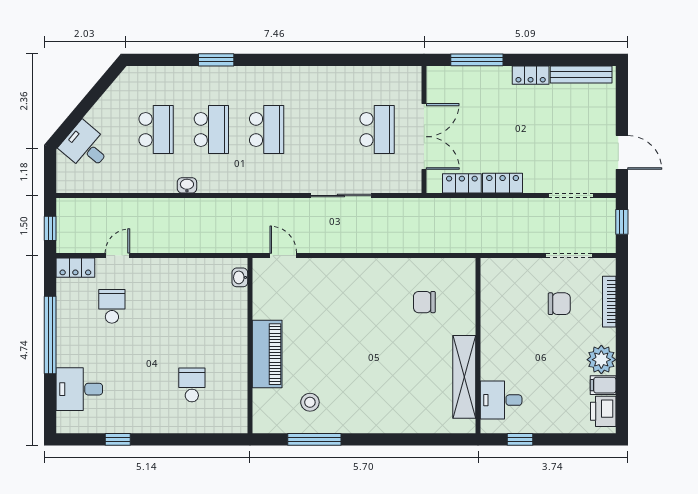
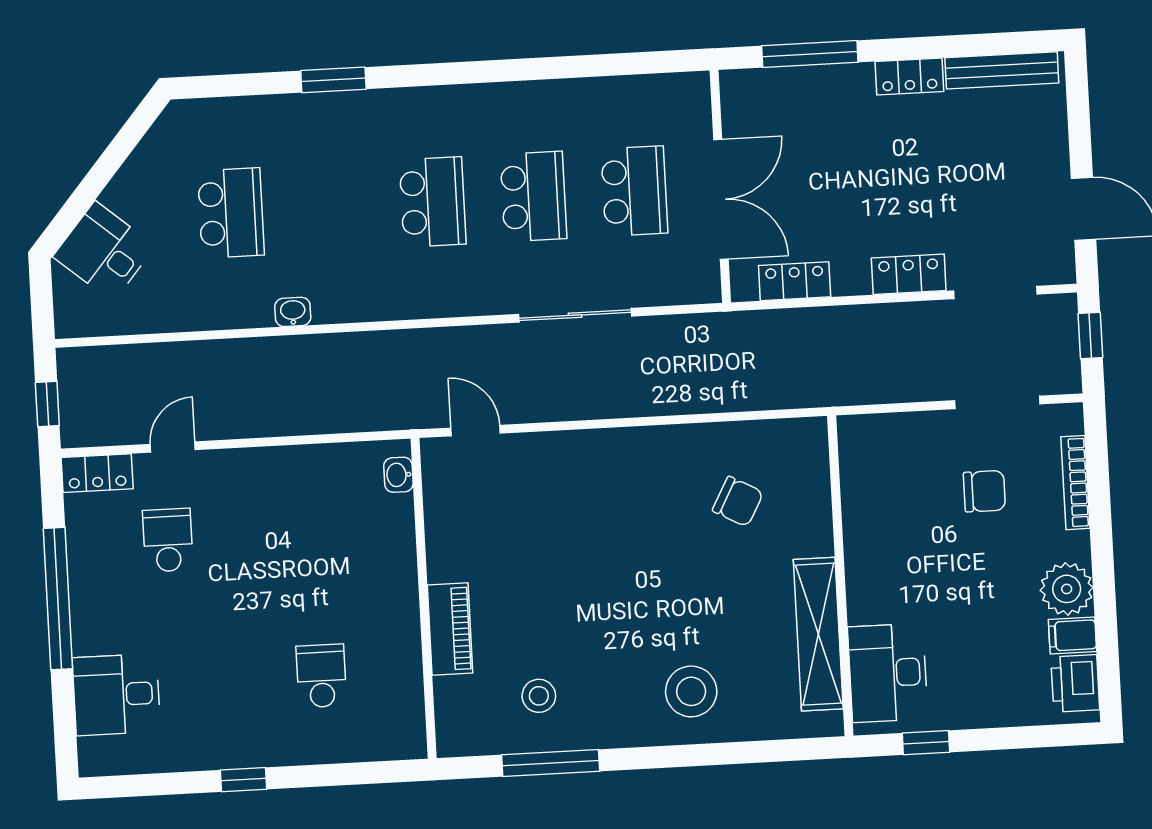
school desk: (211, 129) -> (533, 197), moved
locker: (503, 183) -> (909, 274), moved
chair: (424, 302) -> (738, 502), turned -152
piano: (267, 354) -> (450, 629), width x0.73, depth x0.75
desk: (501, 400) -> (888, 673), width x1.37
stool: (393, 404) -> (691, 691), added
window: (118, 439) -> (244, 780), moved

